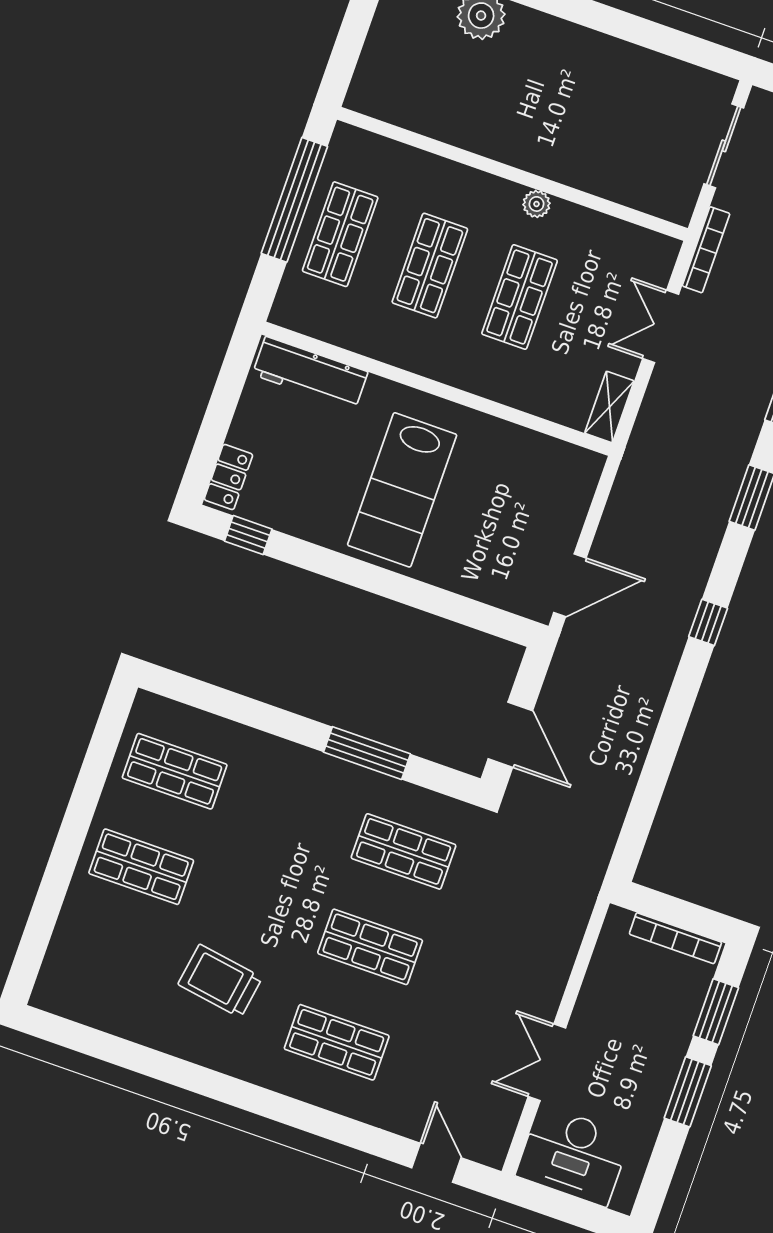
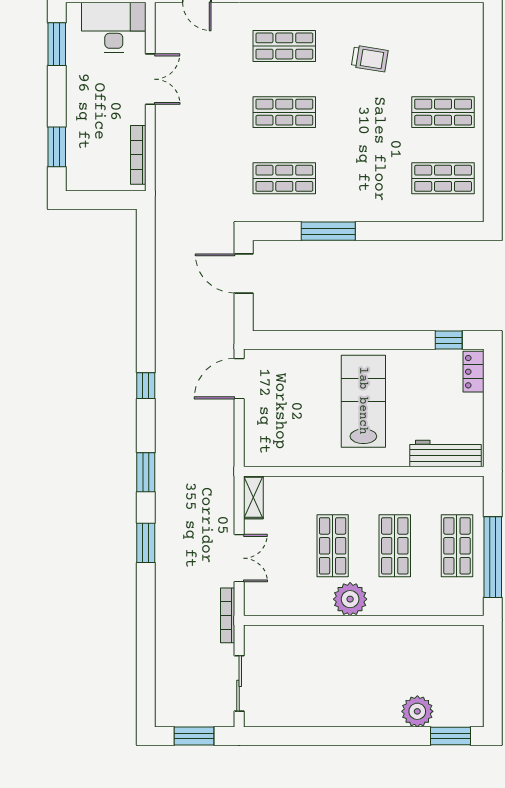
plant: (536, 204) -> (350, 599), width x1.88, depth x1.88
bookcase: (675, 938) -> (138, 155), moved, turned -90
trolley: (220, 981) -> (370, 59), width x0.73, depth x0.72
window: (688, 1092) -> (57, 44), moved

